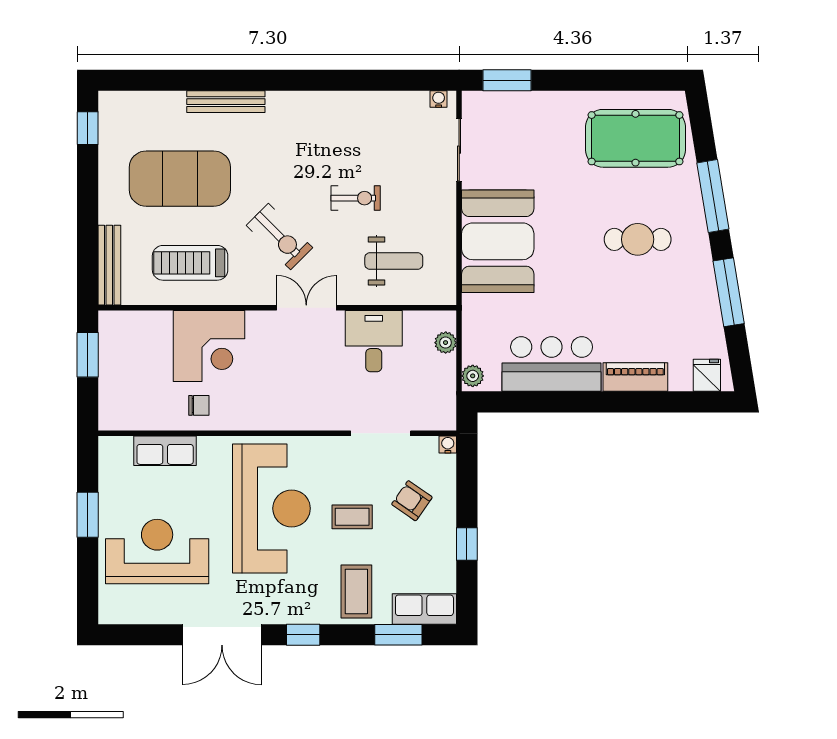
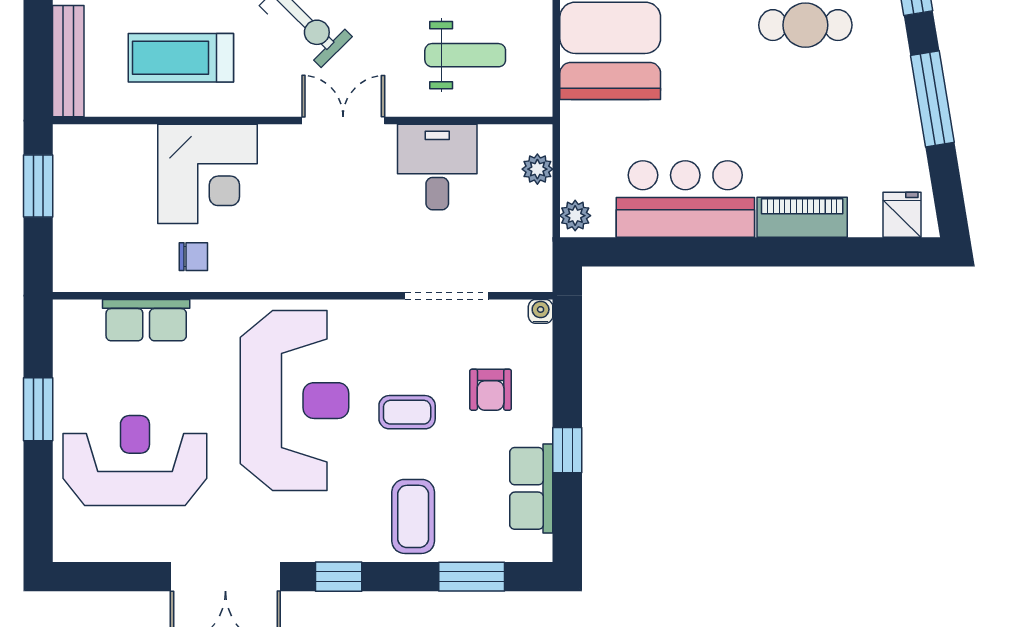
armchair: (412, 501) -> (491, 390), turned -125
row of seats: (424, 609) -> (531, 488), moved, turned -90

